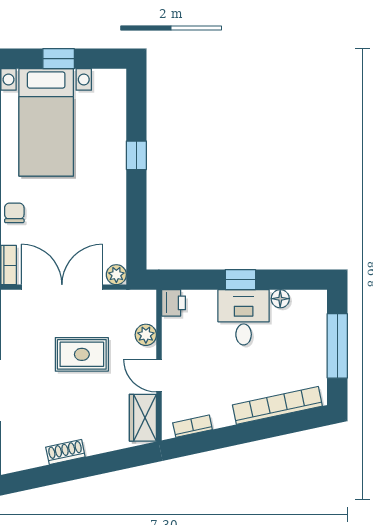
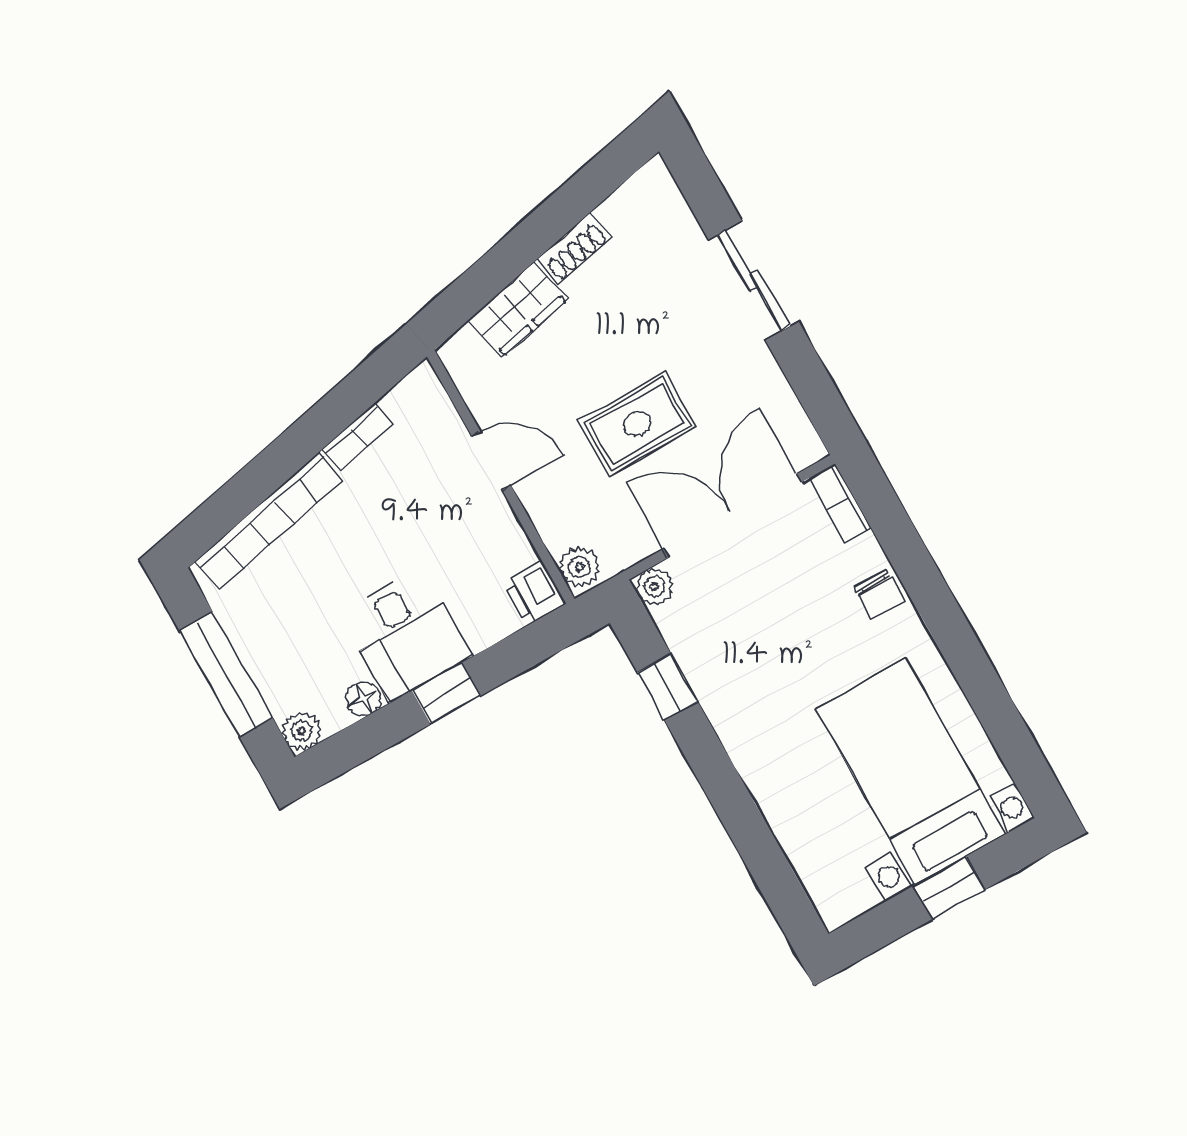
window: (136, 155) -> (668, 687), moved
double door: (62, 287) -> (732, 516), swing flipped
plant: (317, 300) -> (302, 731), added
plant: (146, 335) -> (580, 567), moved
wardrobe: (143, 418) -> (518, 310), moved, turned 78
bookcase: (193, 426) -> (357, 437), moved

